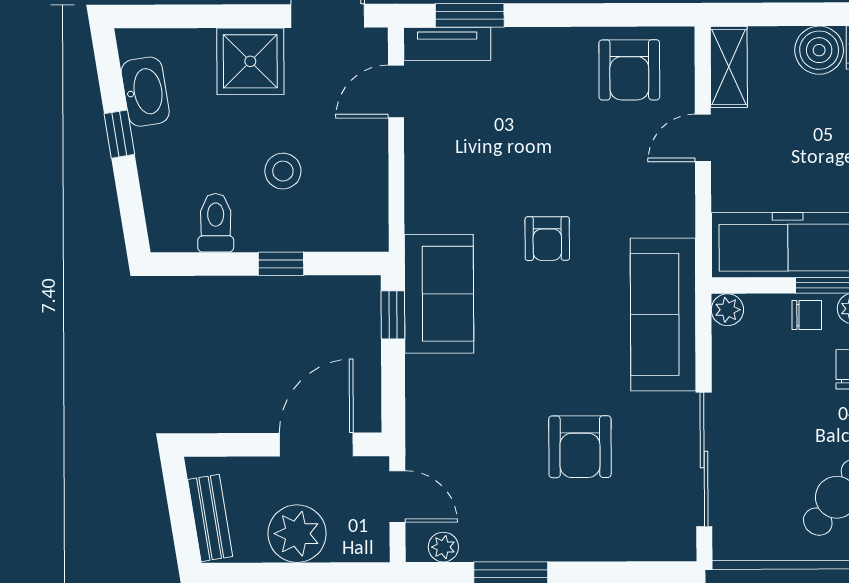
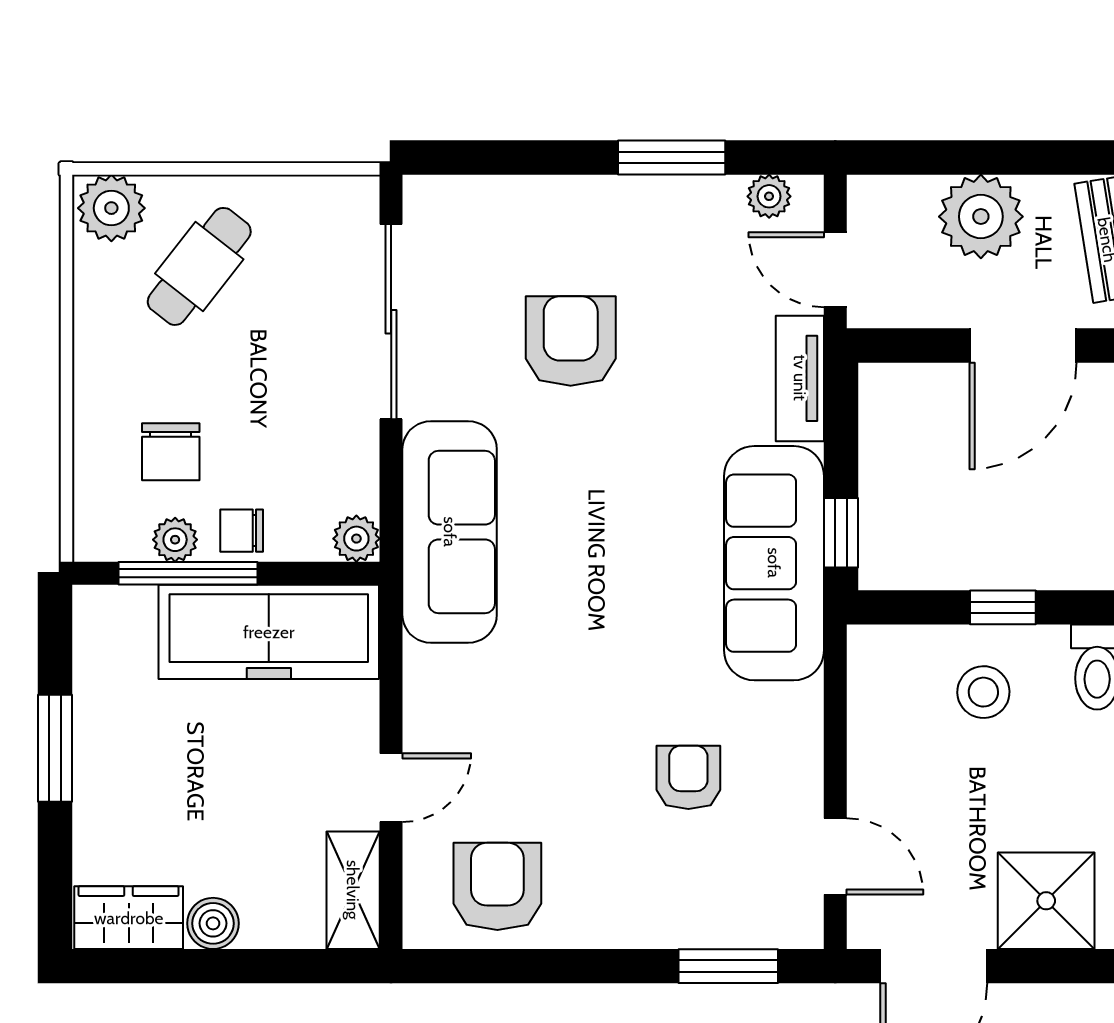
tv unit: (447, 44) -> (800, 378), moved, turned -90
boiler: (819, 50) -> (213, 923), width x0.73, depth x0.73
door: (396, 91) -> (835, 856), hinge flipped
stool: (283, 171) -> (983, 692), moved
armchair: (547, 239) -> (688, 777), moved
sofa: (439, 294) -> (774, 563), width x1.36
door: (316, 445) -> (1023, 345), moved

